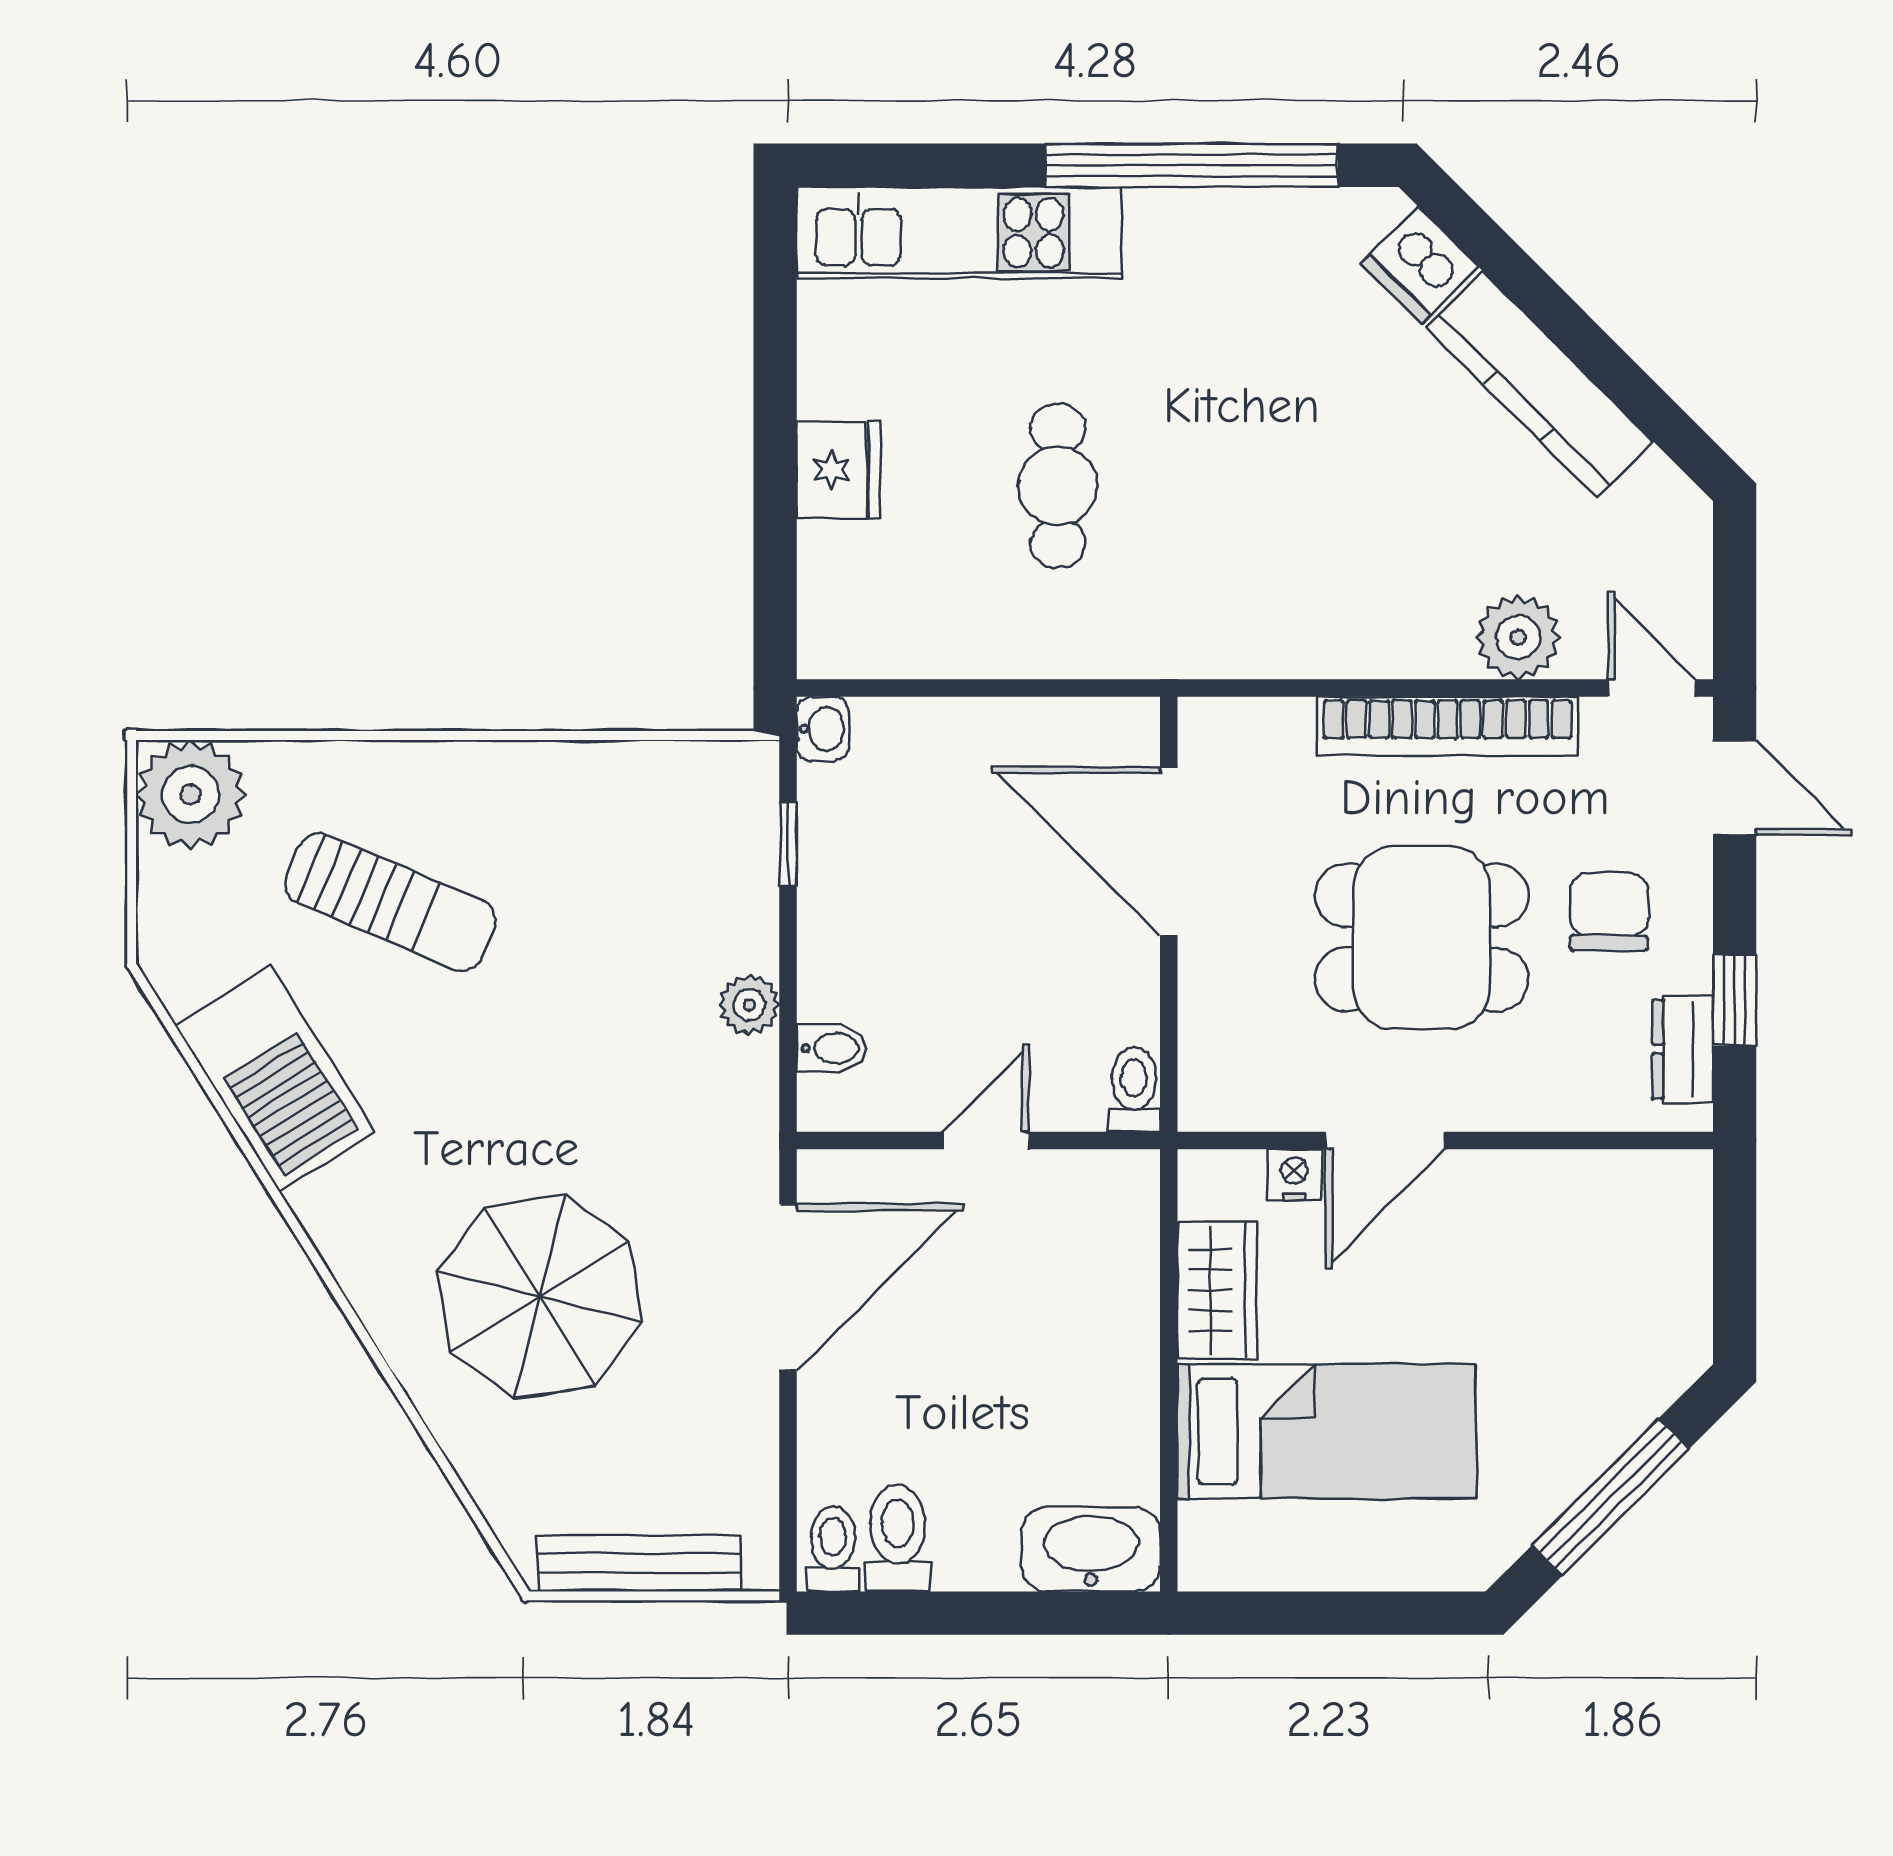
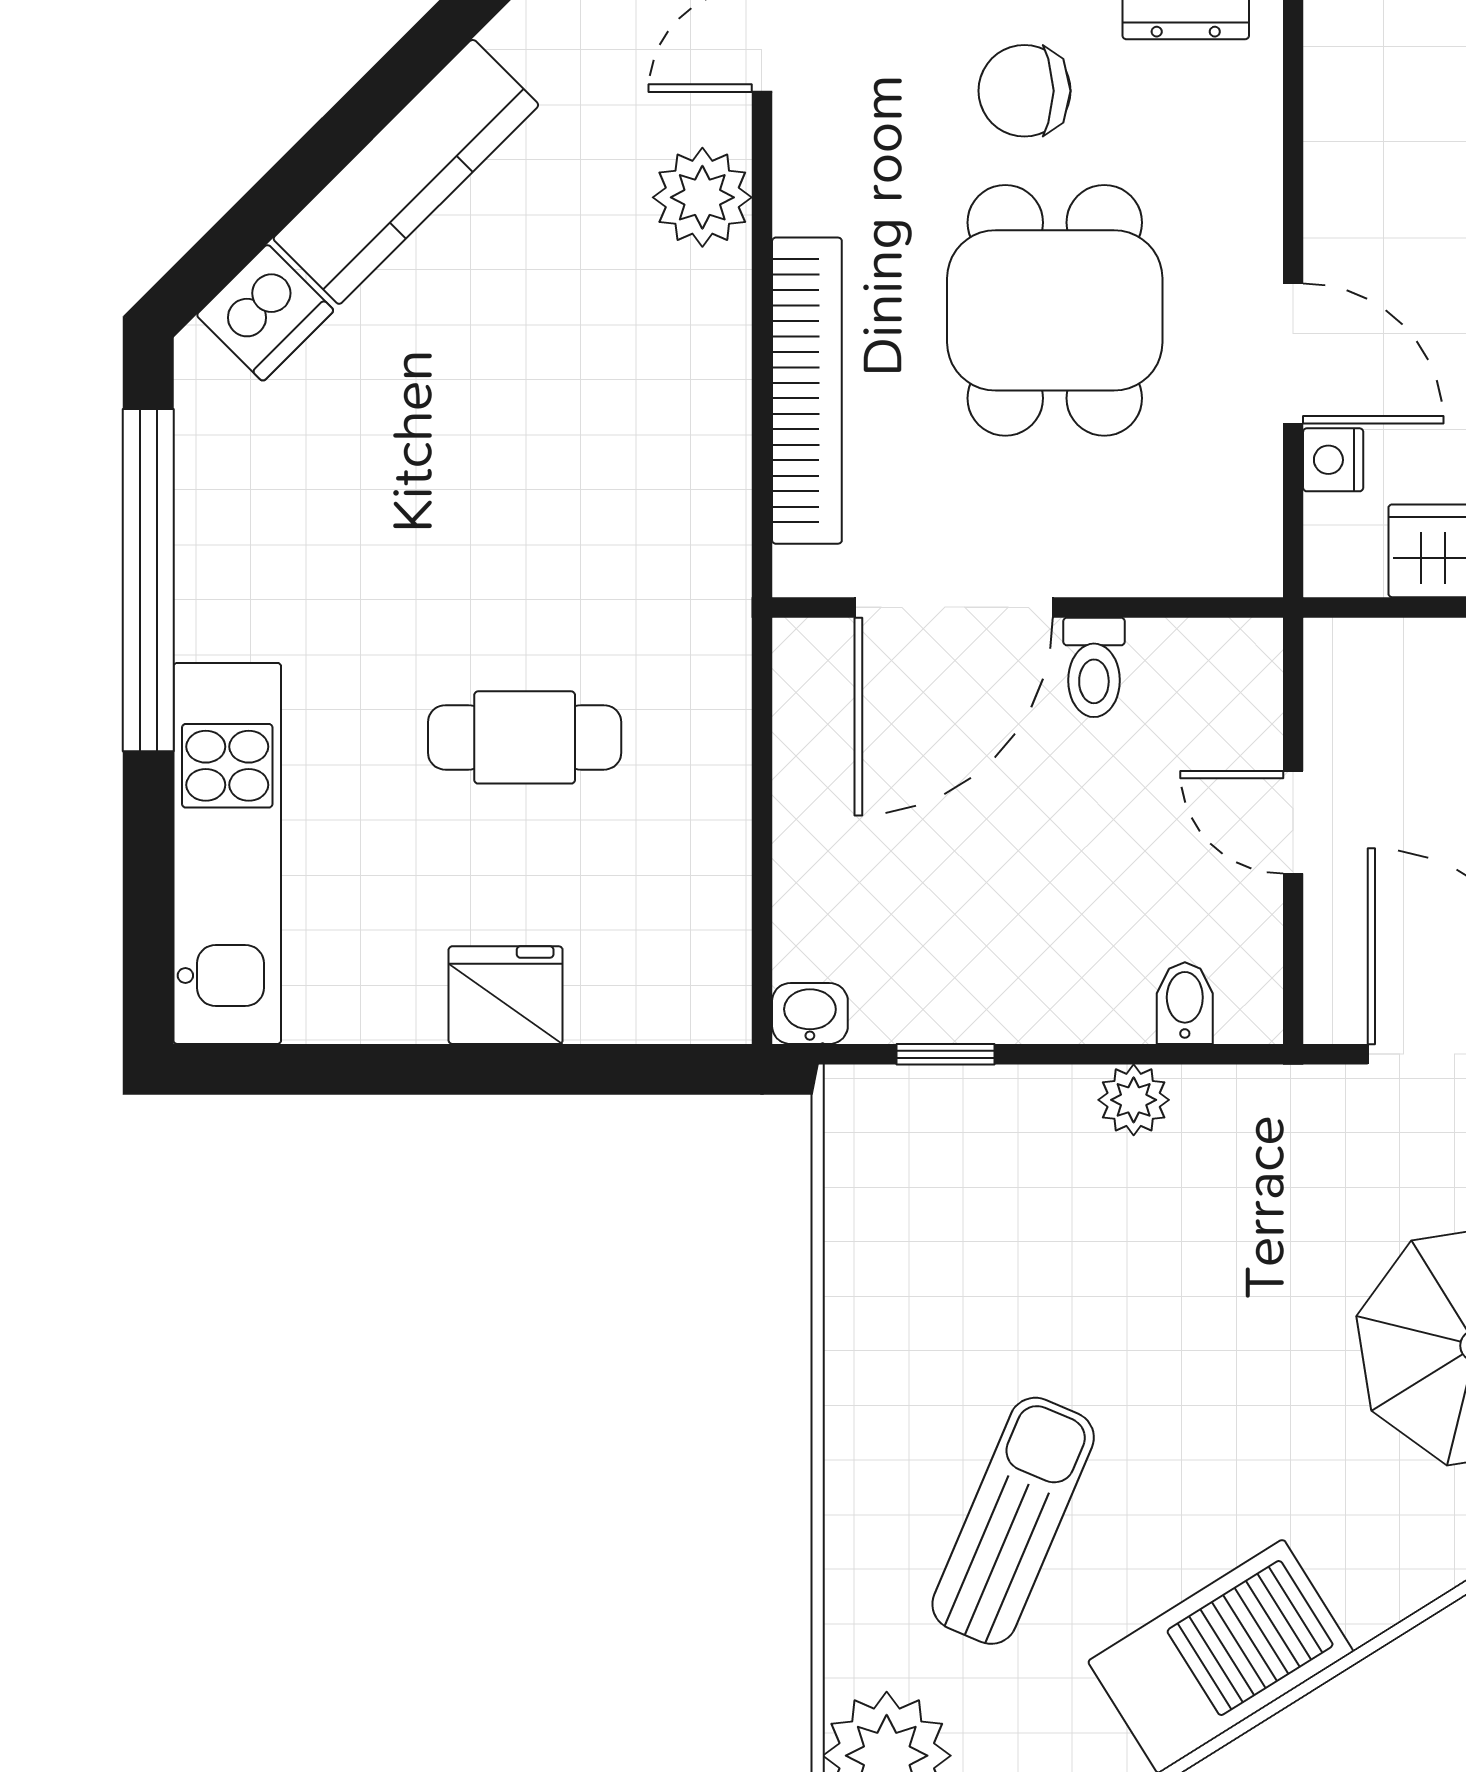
bookcase: (1448, 726) -> (807, 391), moved
toilet: (1134, 1089) -> (1094, 667), moved, turned -90

